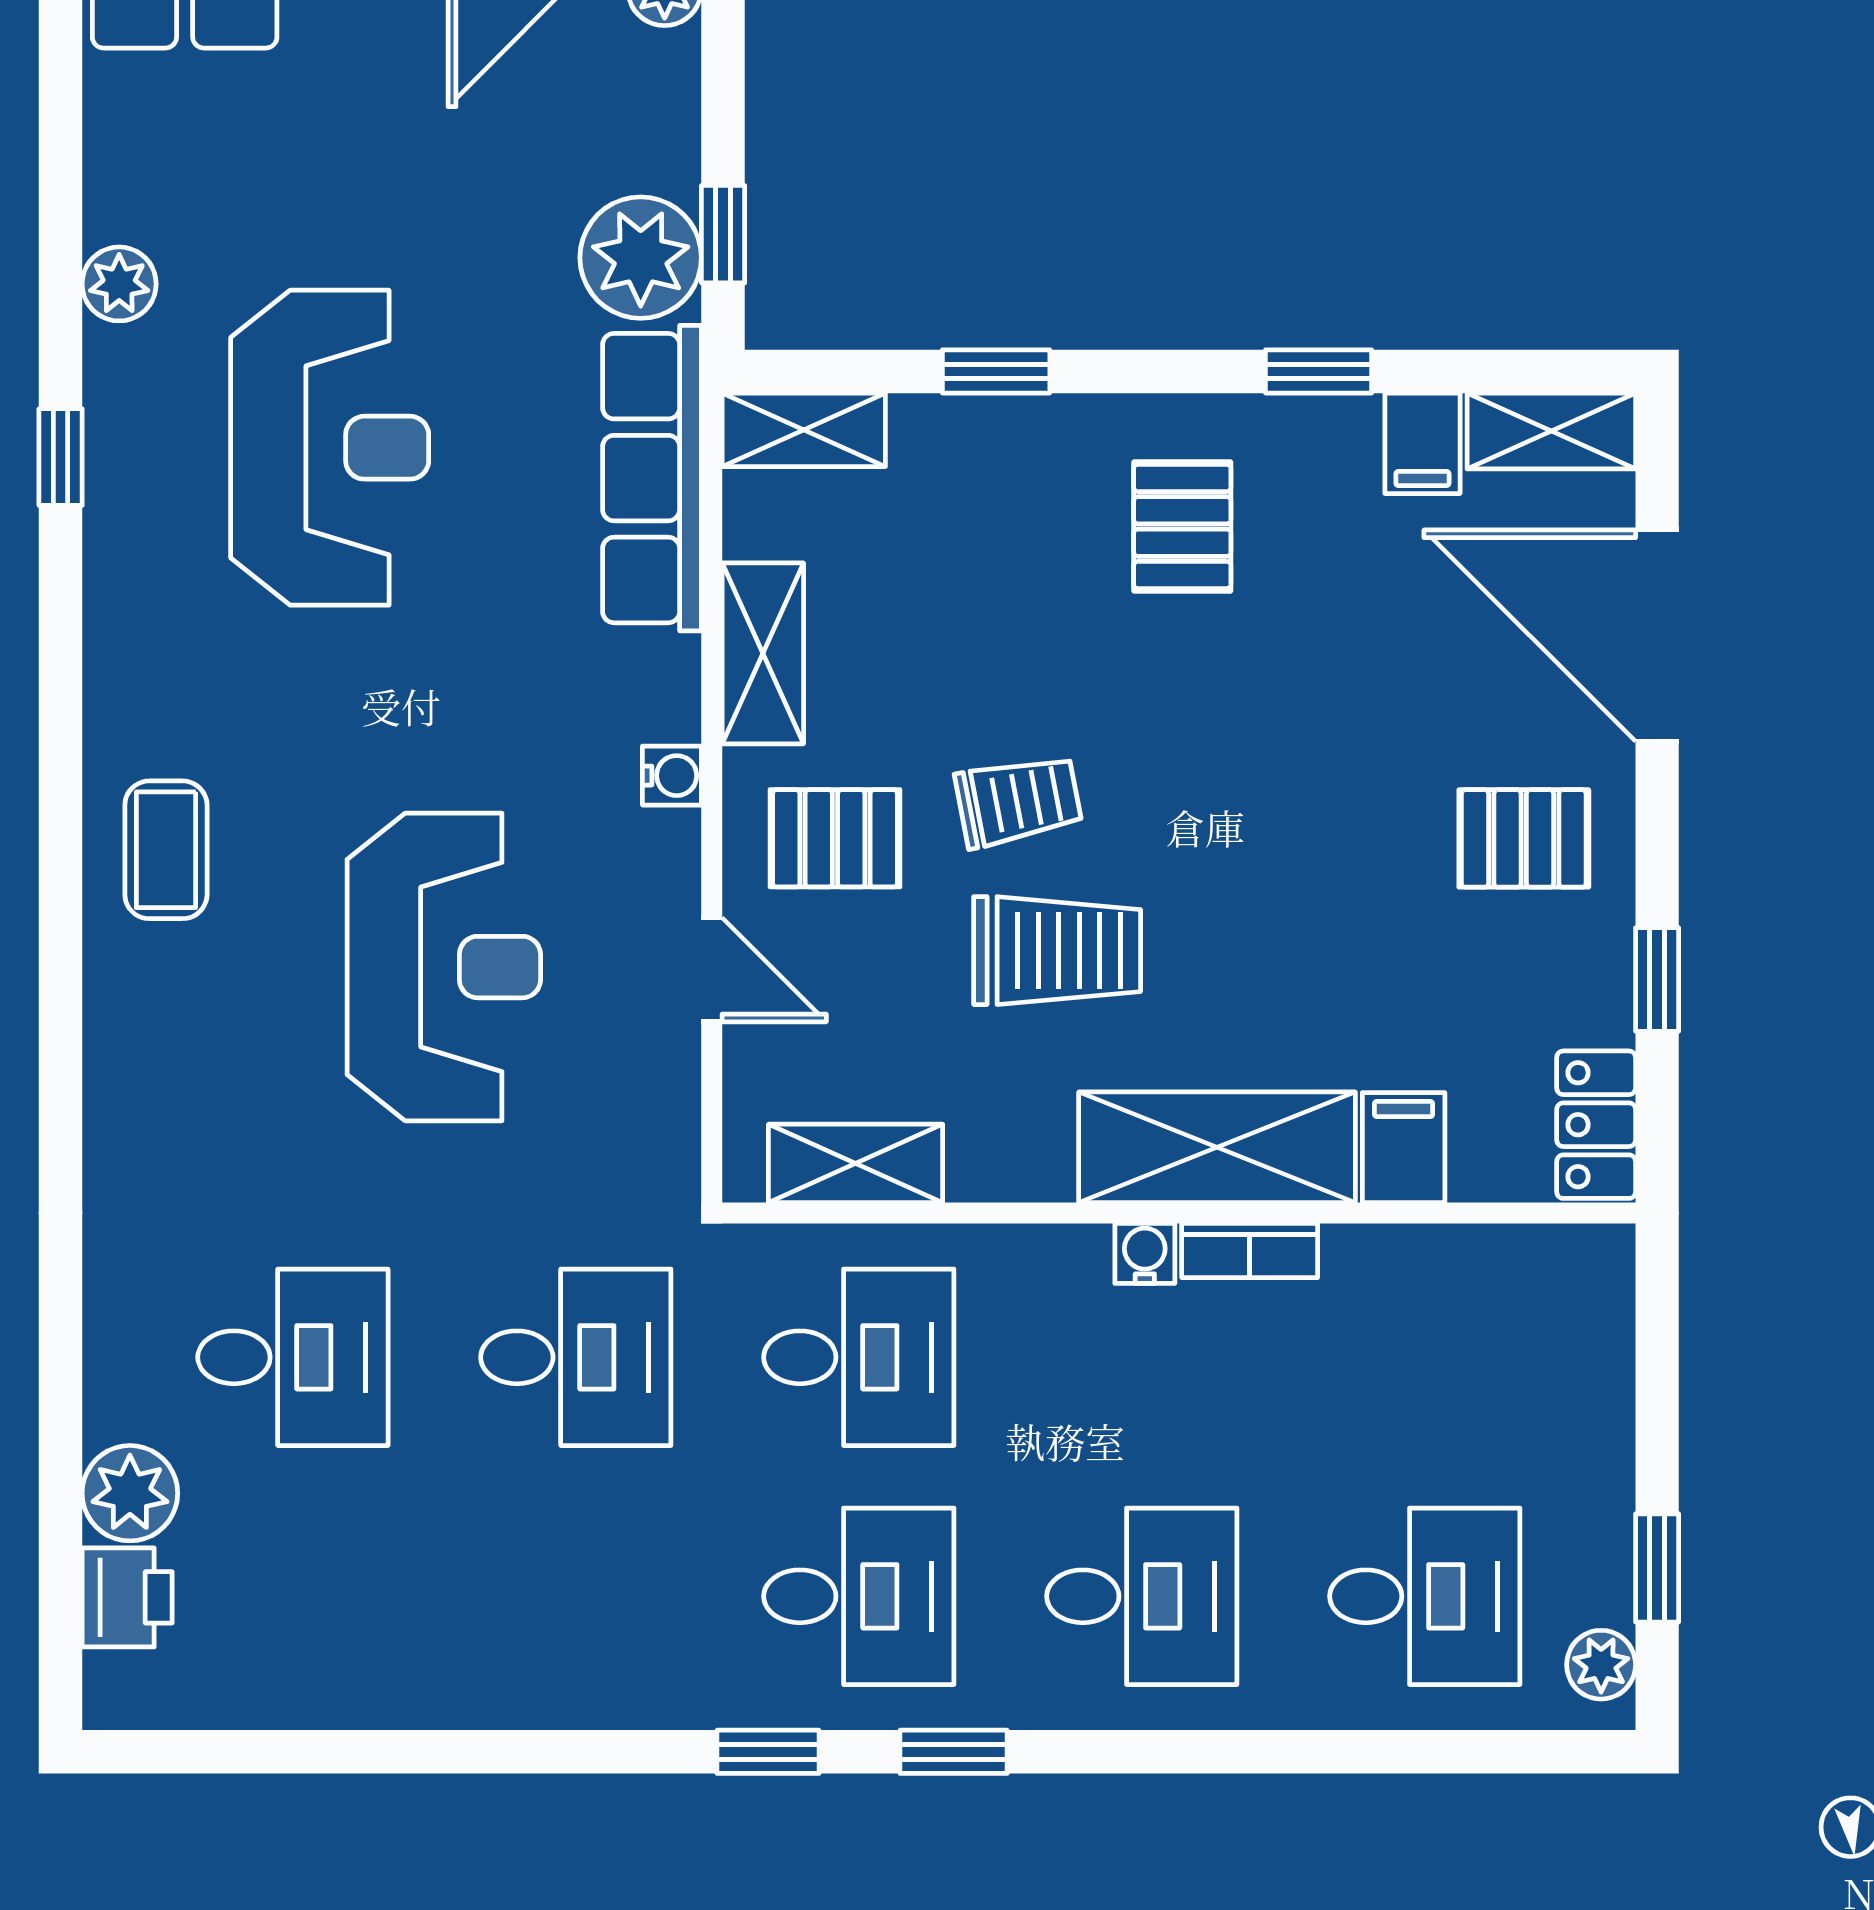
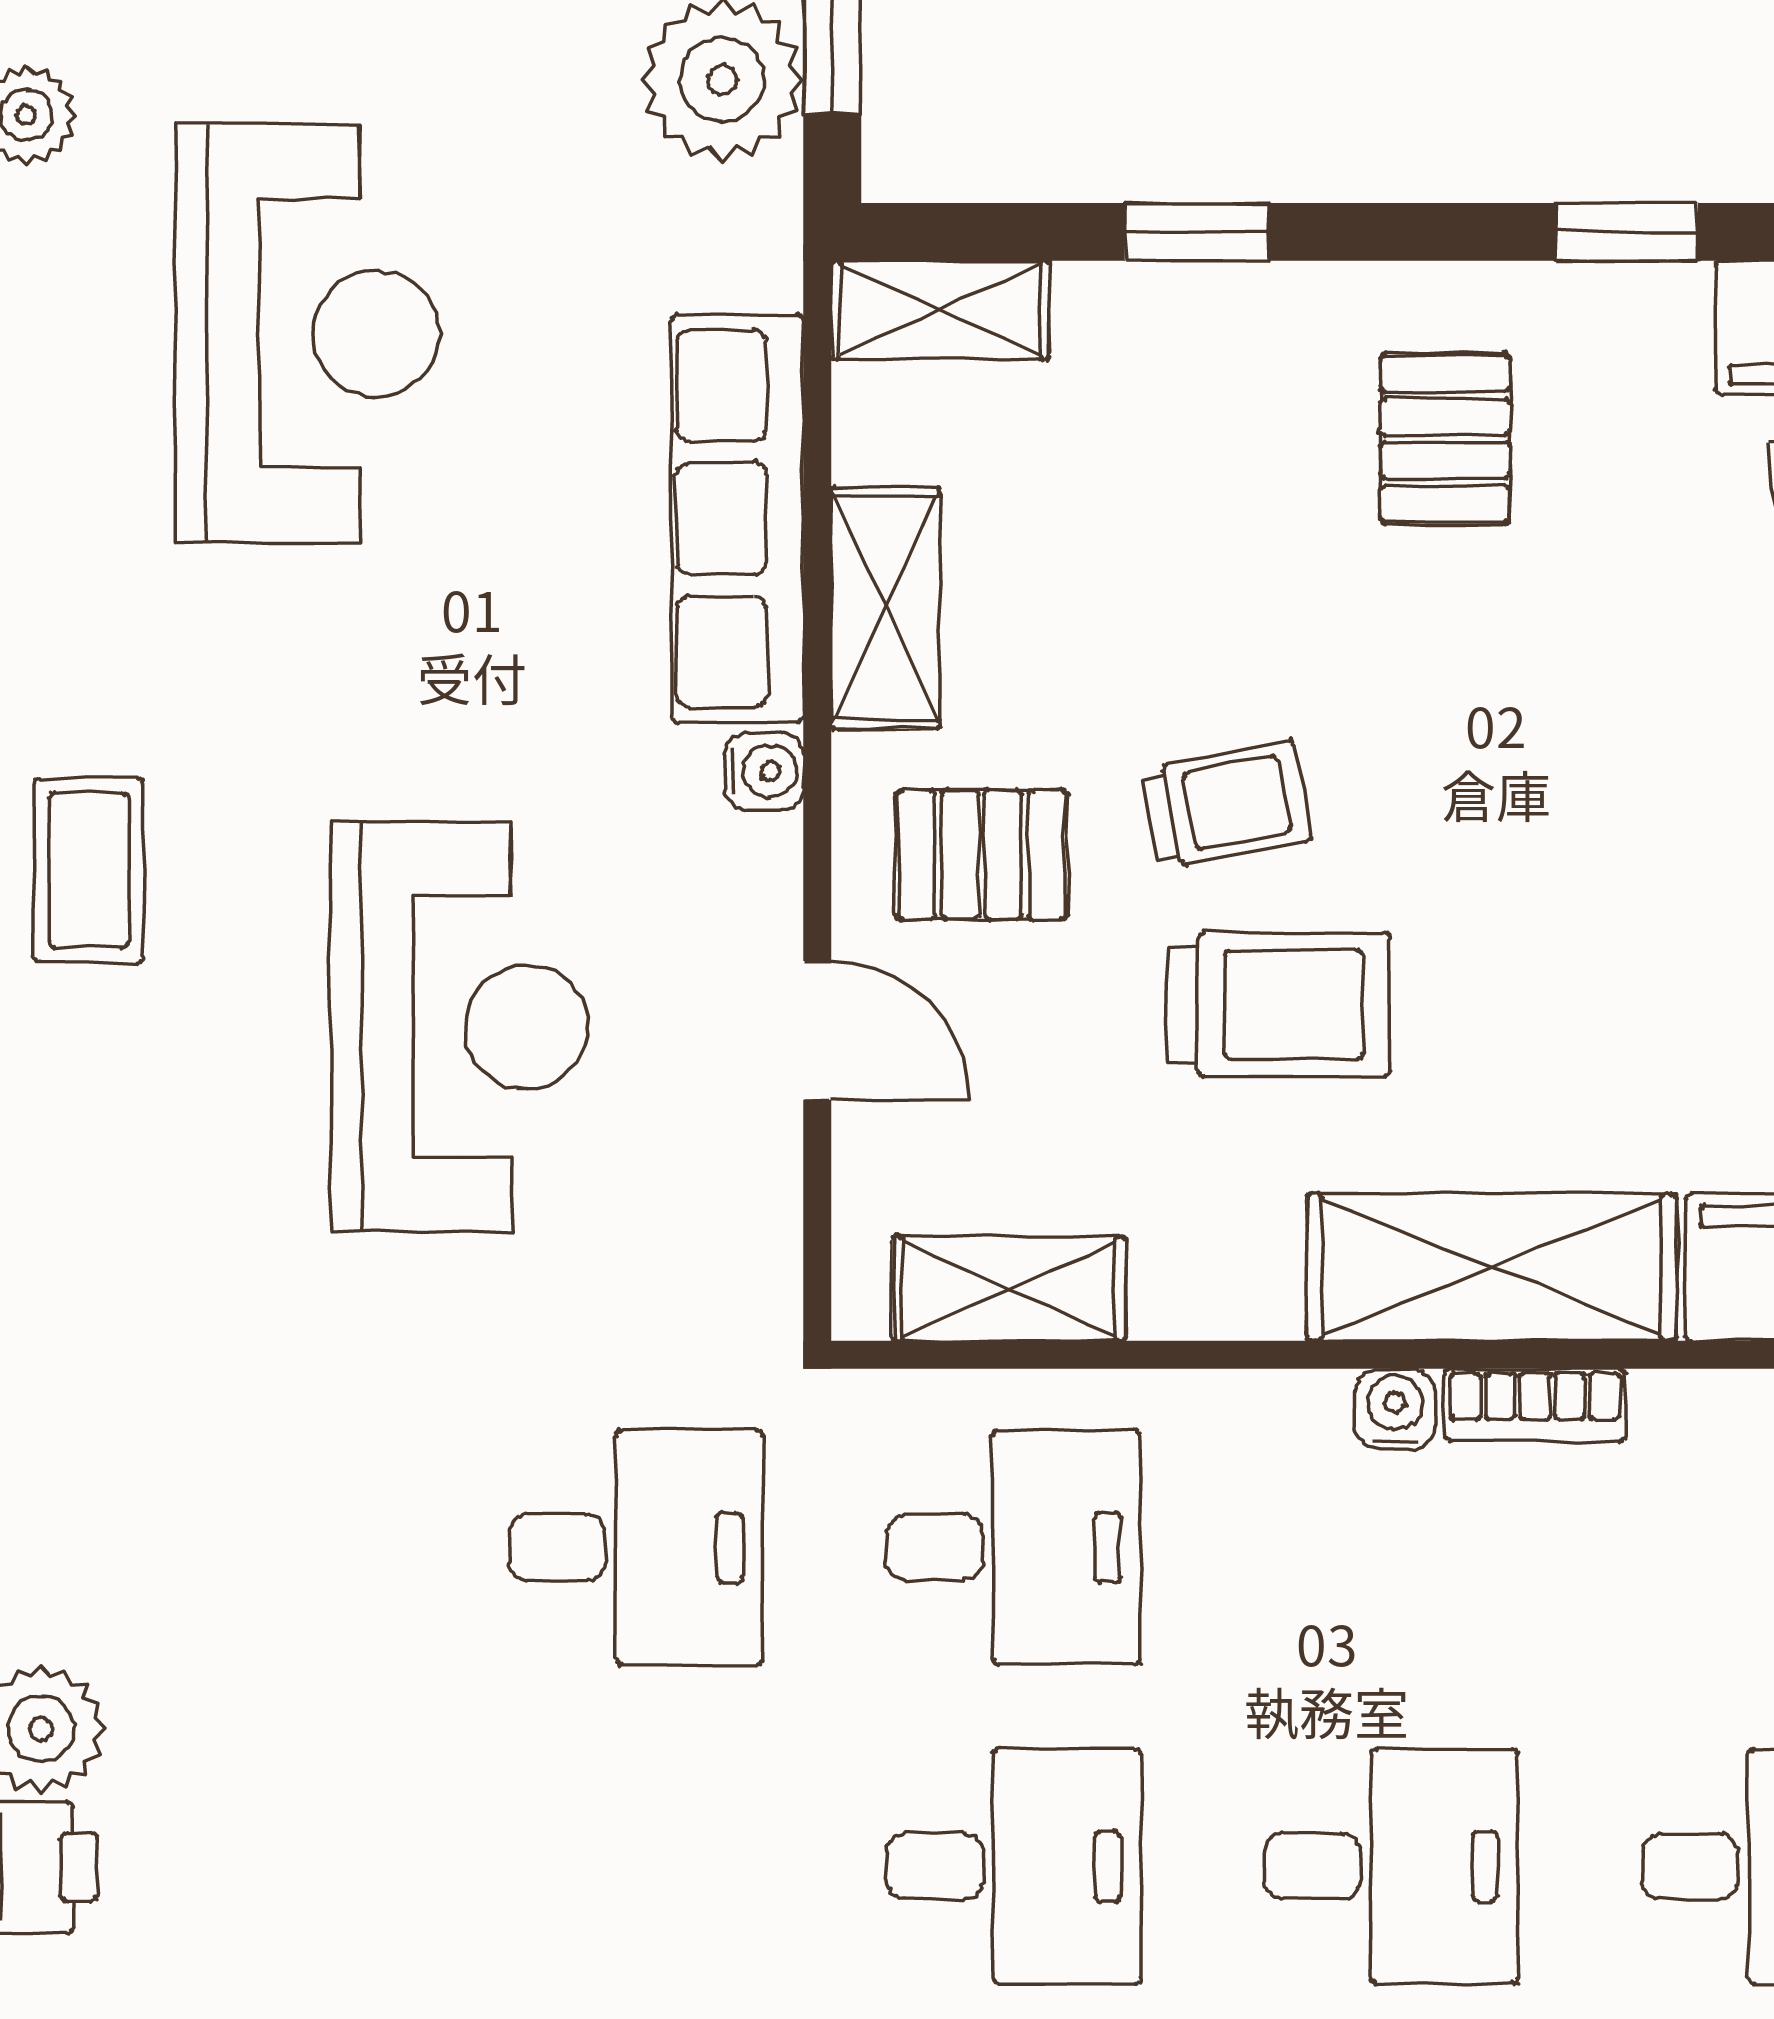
row of seats: (652, 478) -> (737, 519), moved
desk: (293, 1357) -> (258, 1547), removed

